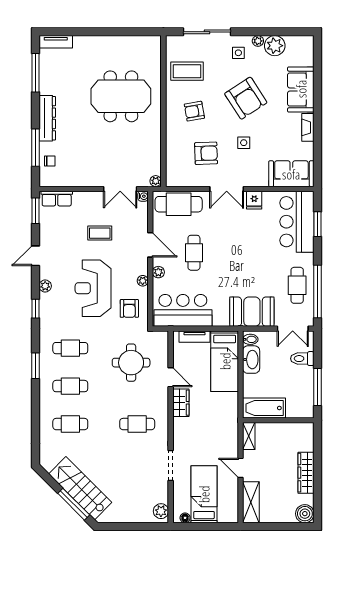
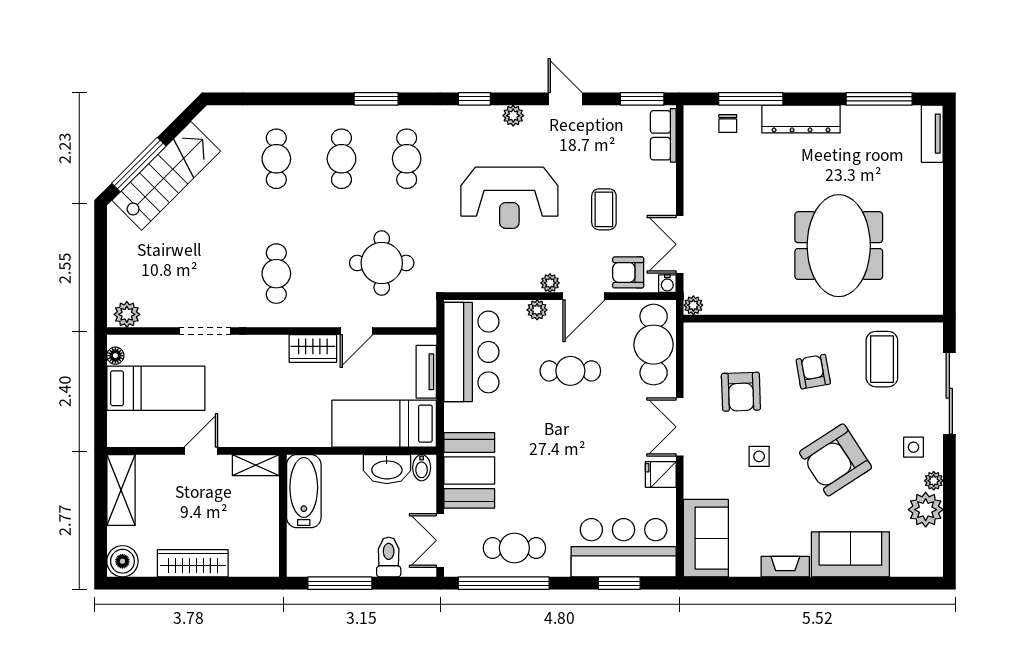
plant: (143, 281) -> (550, 283), moved
reception desk: (93, 288) -> (509, 198), turned 180
armchair: (129, 308) -> (628, 272), moved
shelving: (251, 502) -> (121, 490), moved, turned 90

